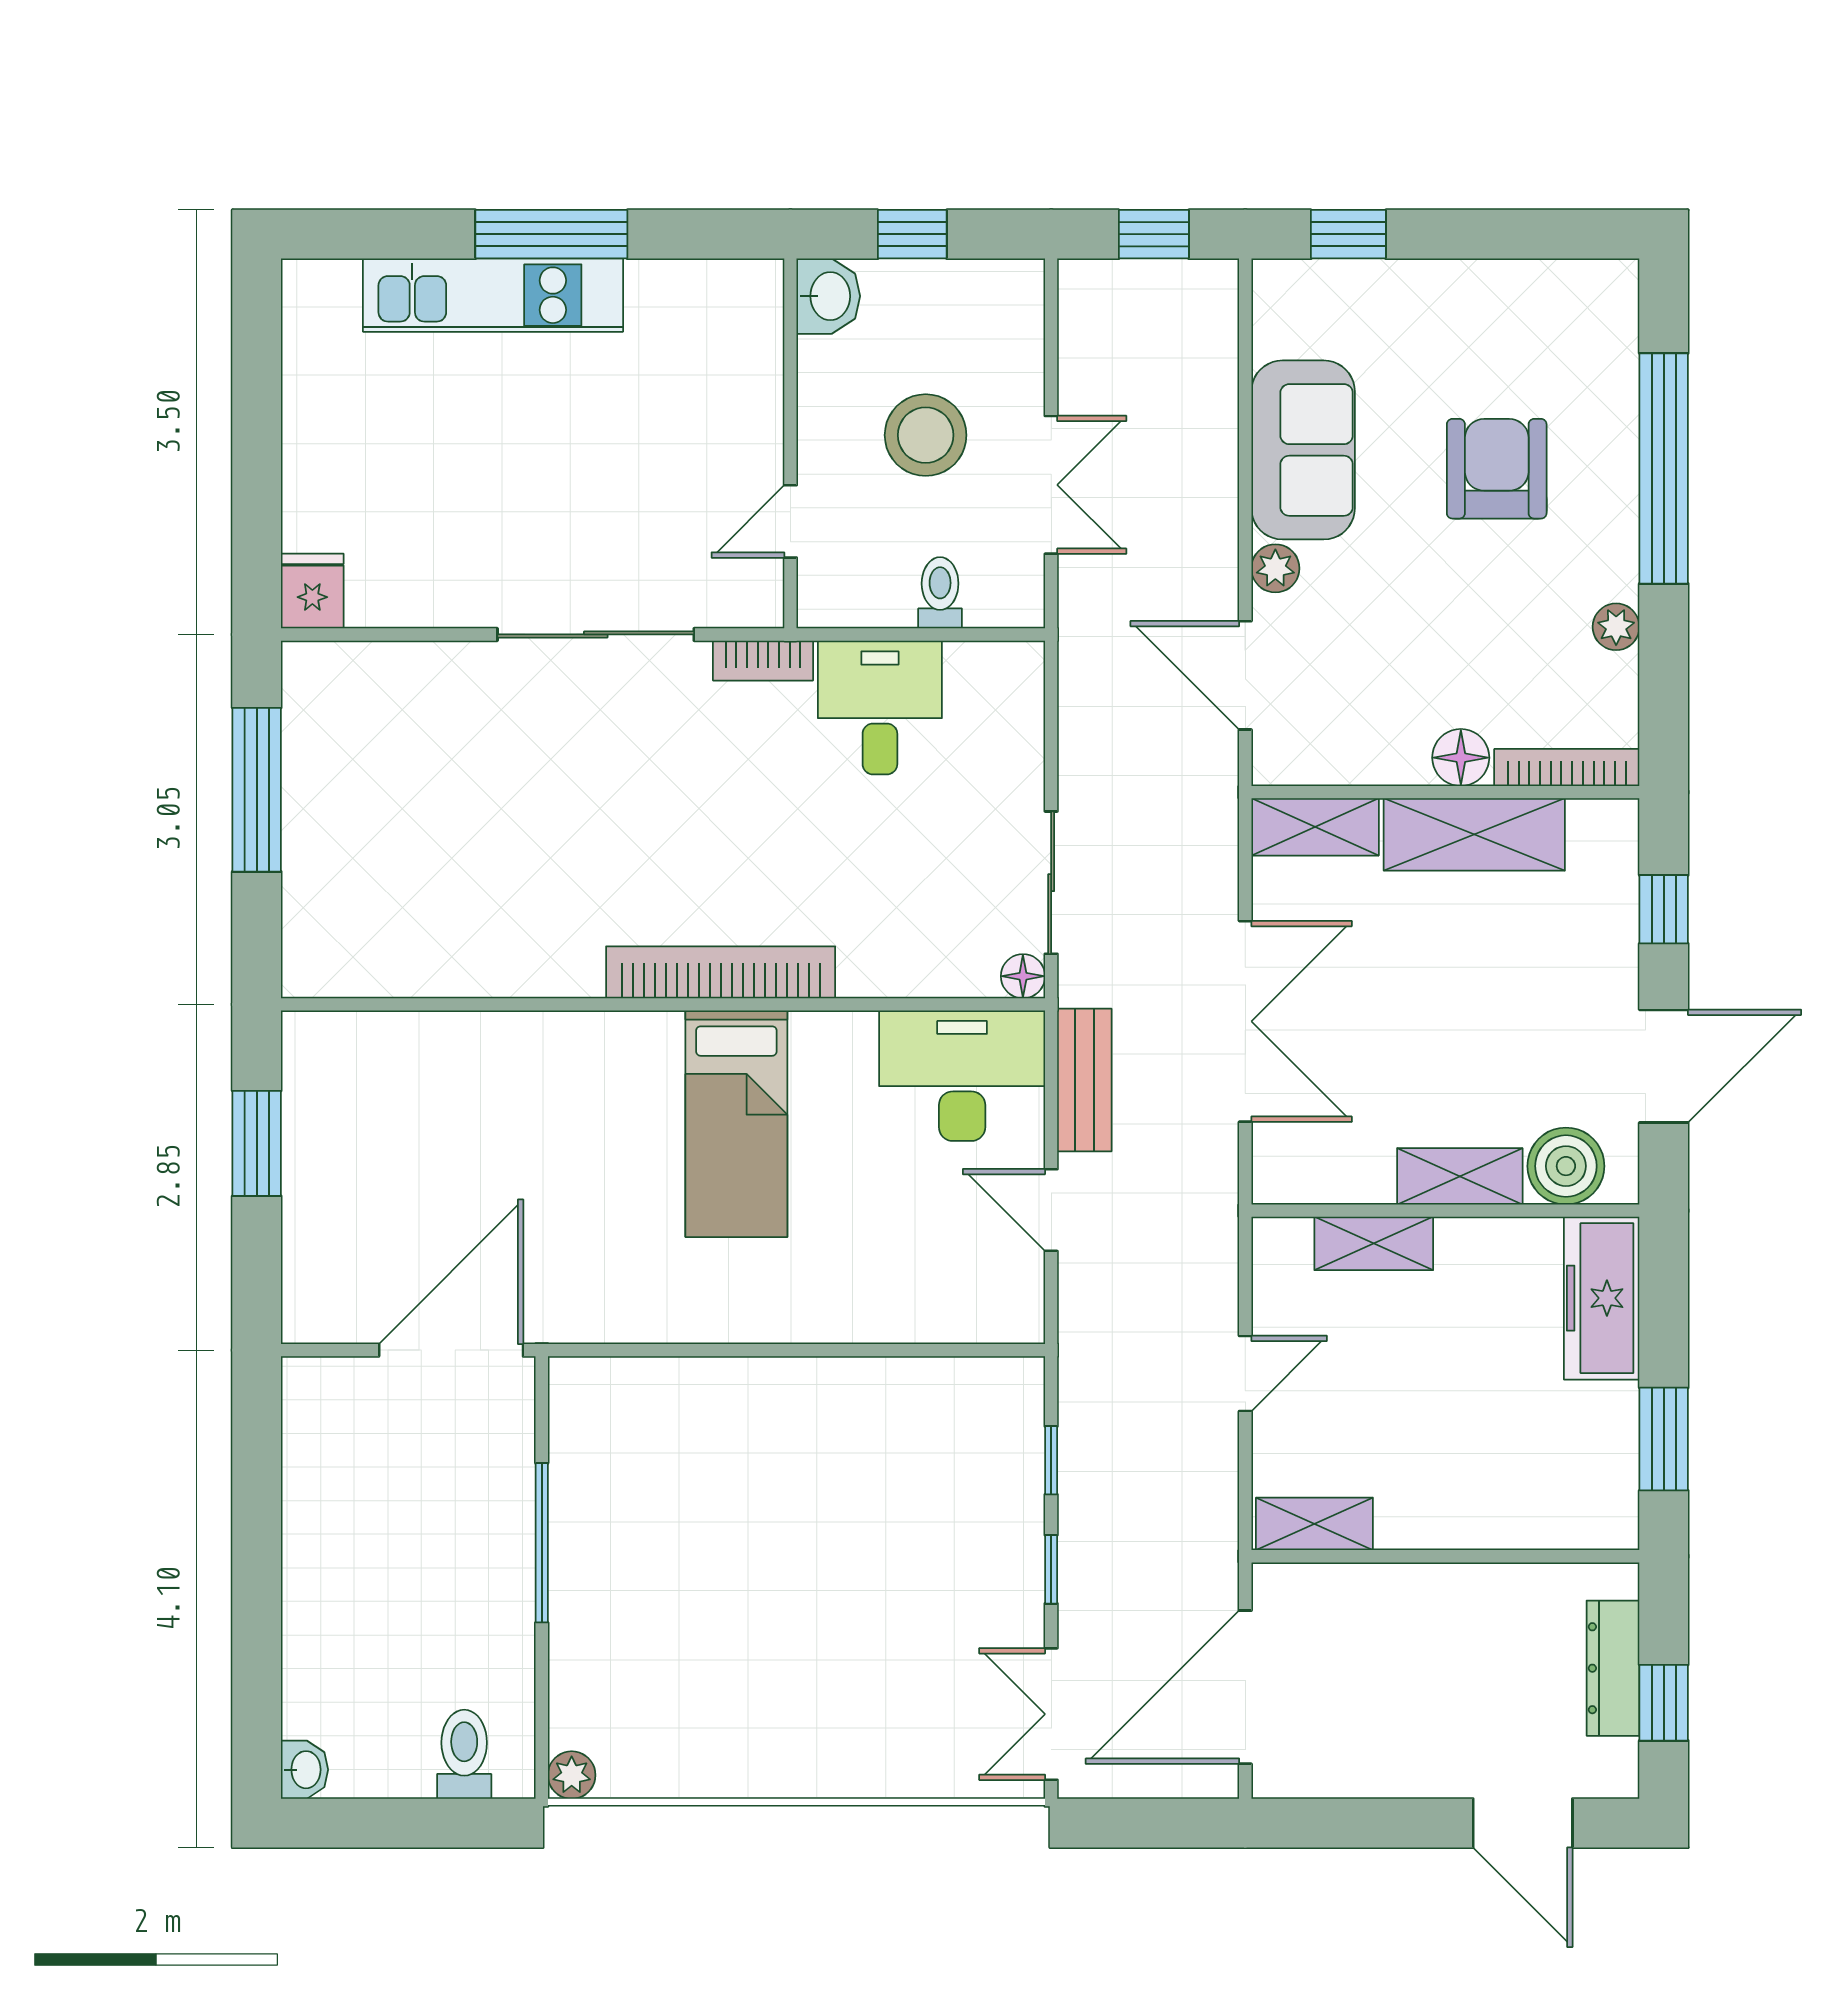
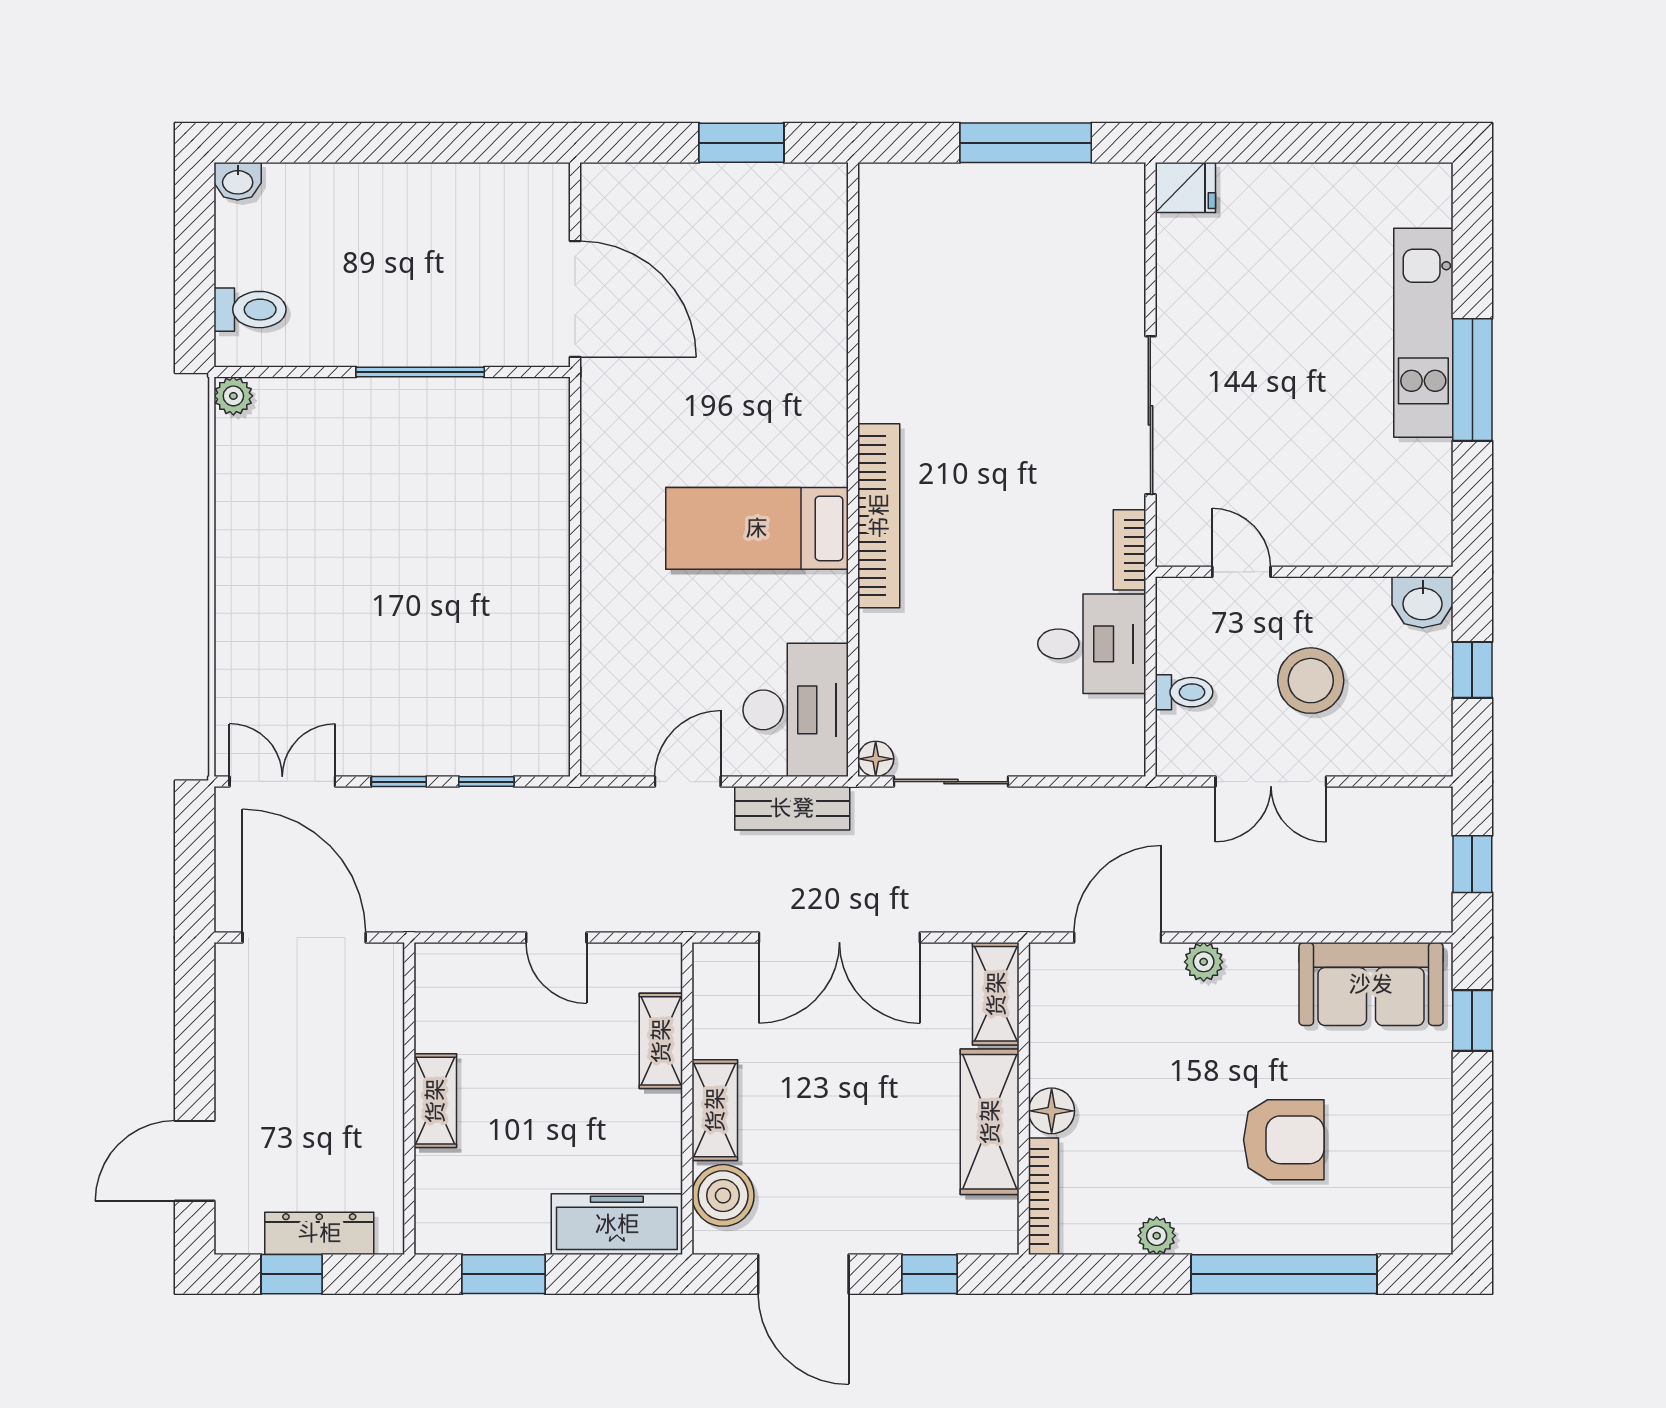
sofa: (1303, 450) -> (1371, 984), moved
shelving: (1314, 1524) -> (435, 1101), moved

